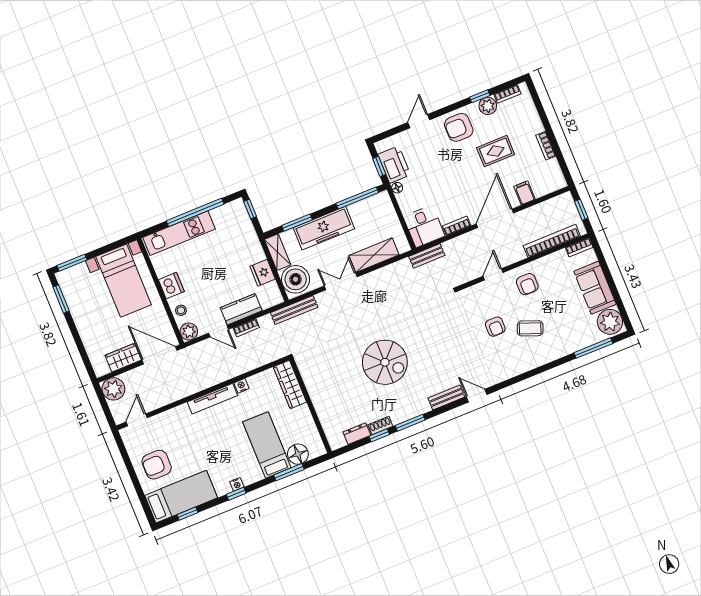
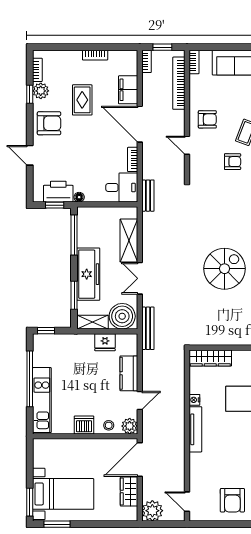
armchair: (459, 127) -> (49, 123), turned -90
filing cabinet: (525, 193) -> (128, 90), width x2.00
bed with nightstands: (124, 281) -> (63, 494), moved
bookcase: (246, 328) -> (146, 61), moved

